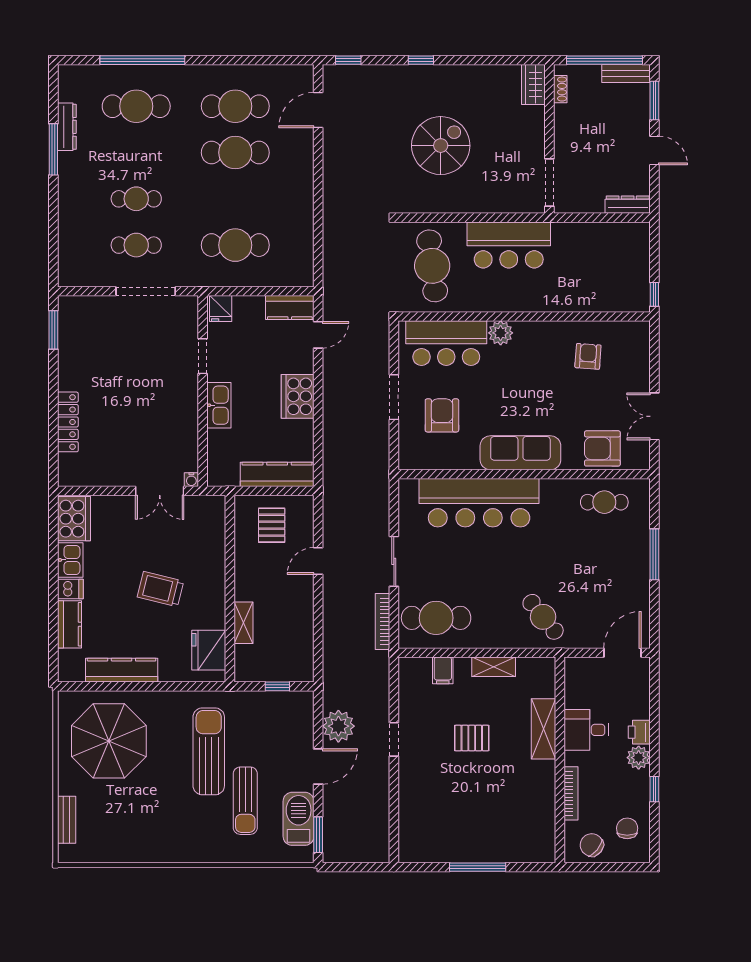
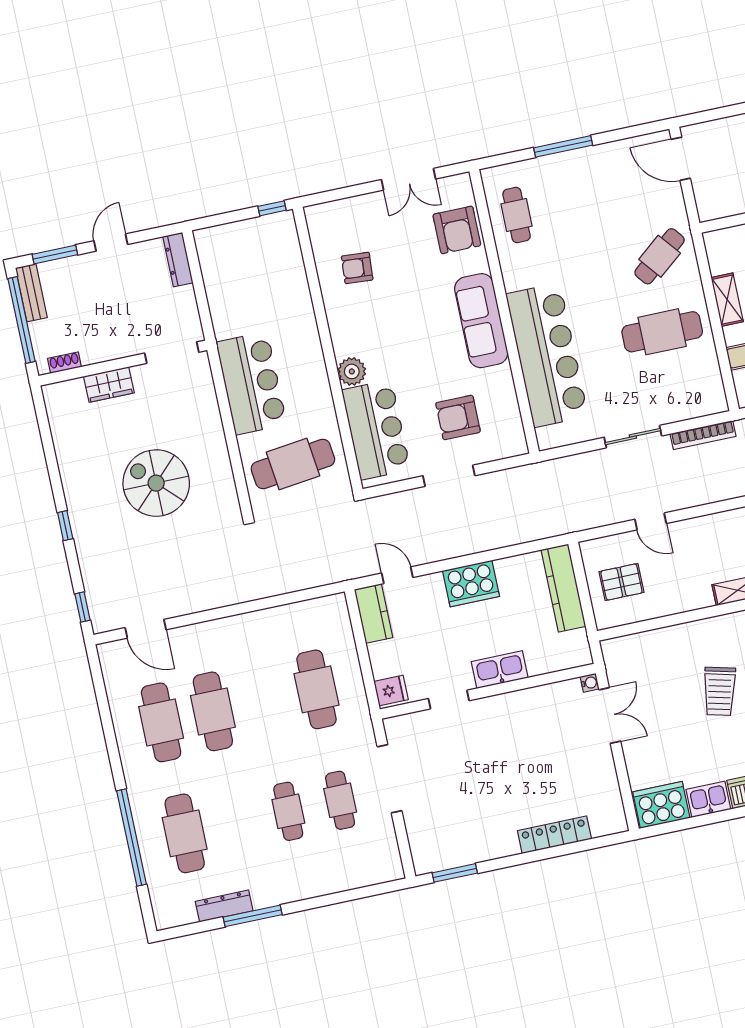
wardrobe: (533, 84) -> (109, 385), moved
cafe table: (436, 618) -> (662, 332), moved, turned 90

